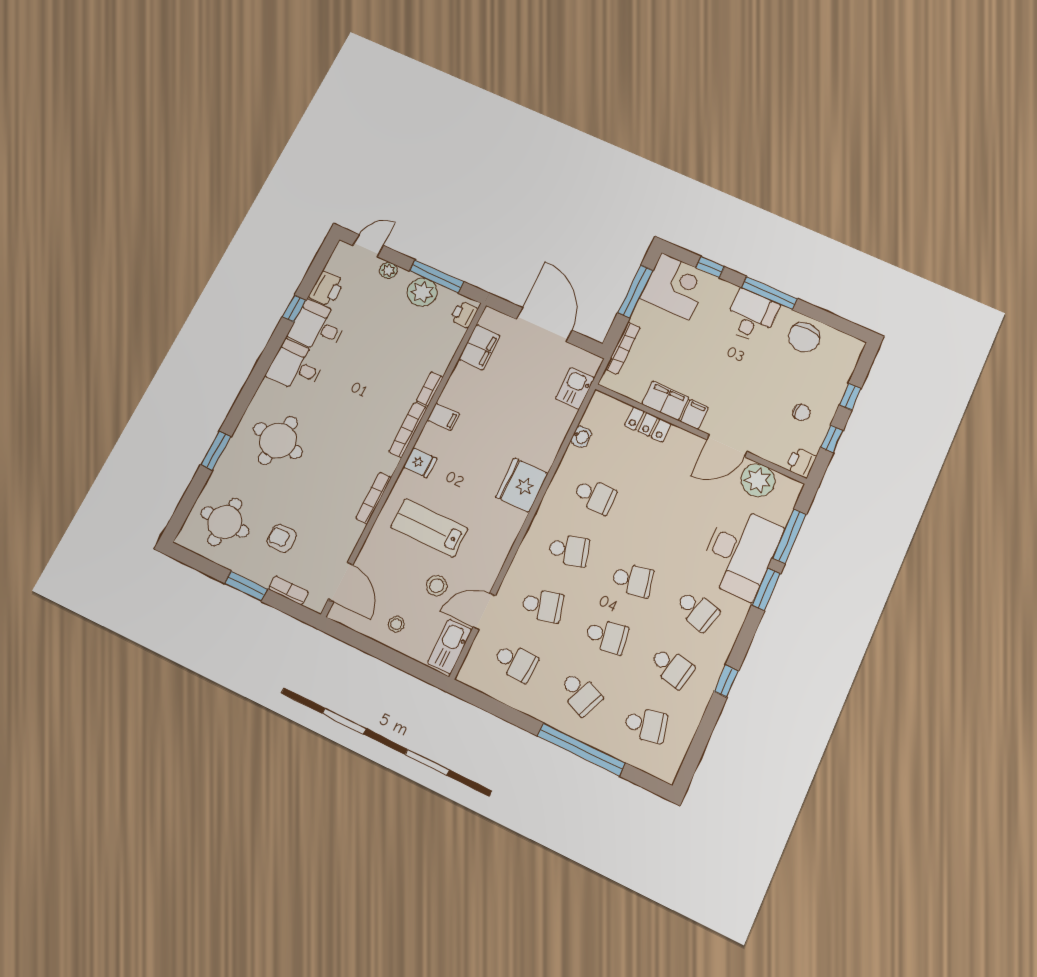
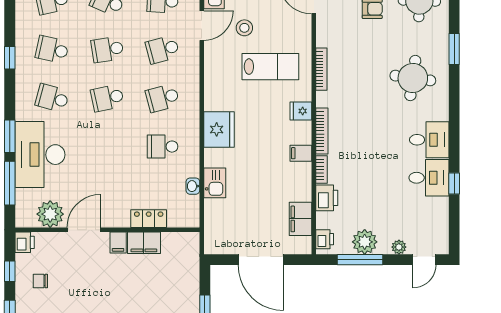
printer: (327, 289) -> (327, 198), moved, turned 180
bookcase: (623, 348) -> (194, 269), removed
kitchen sink: (575, 388) -> (215, 183), moved

